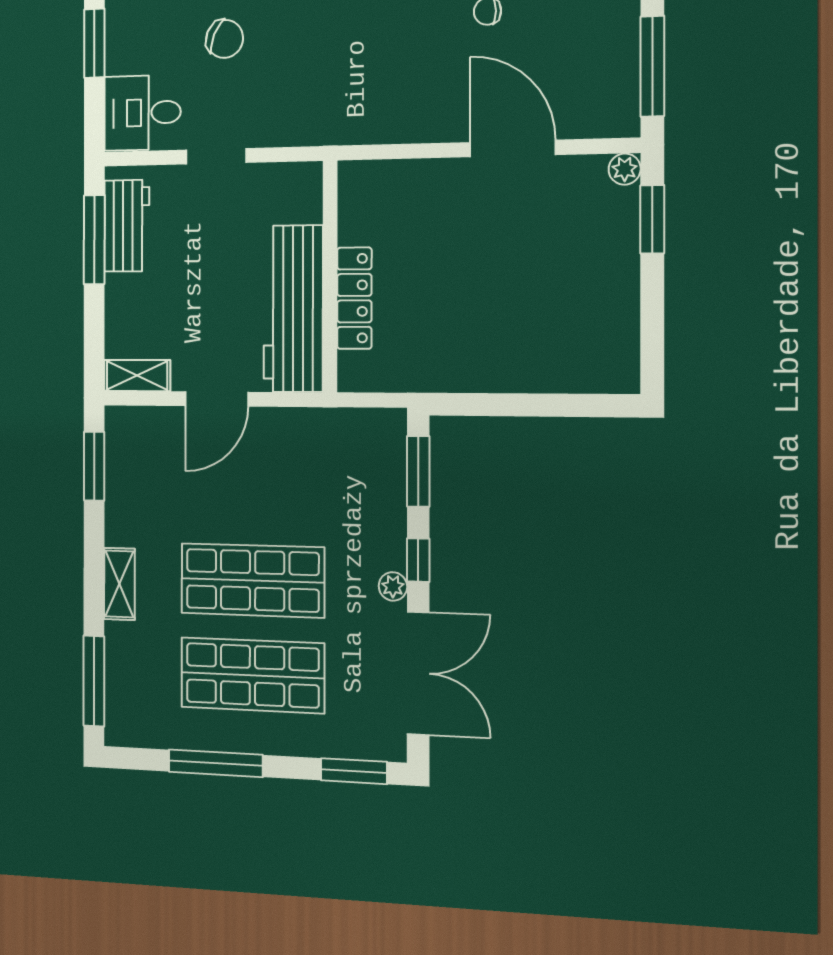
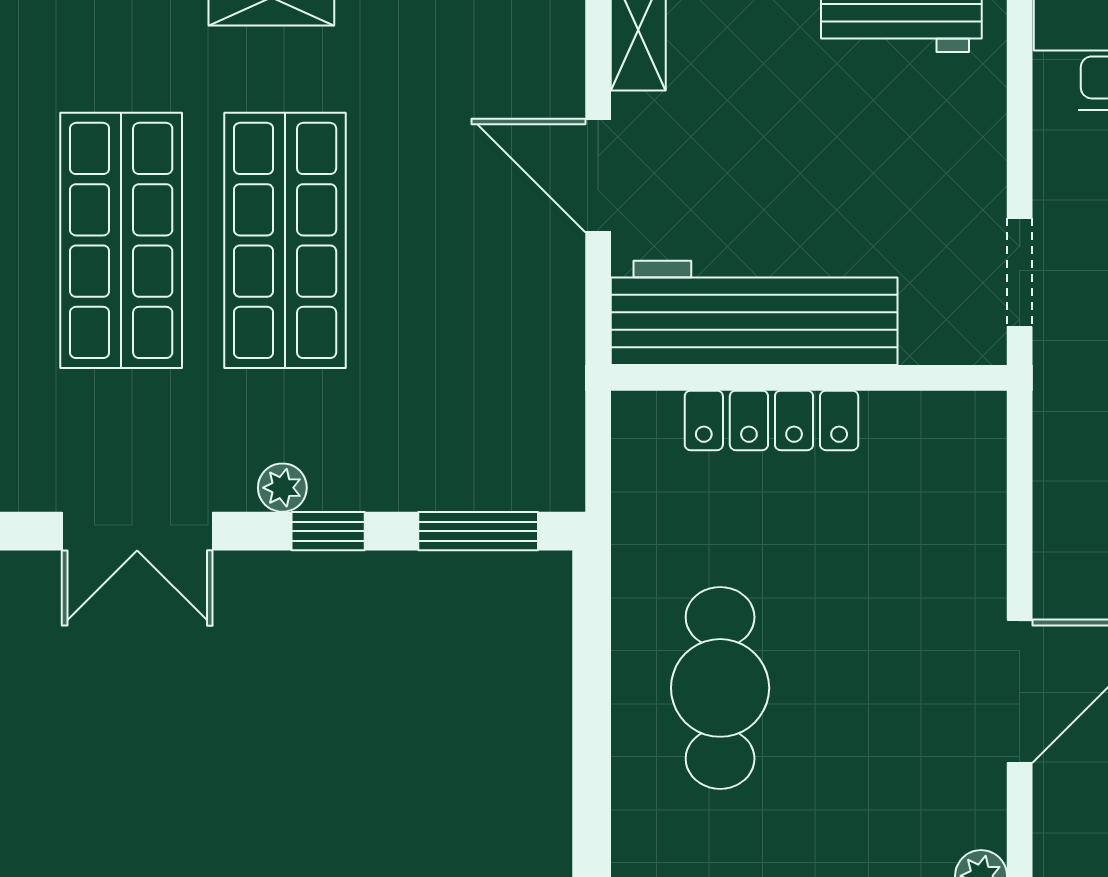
doorway: (216, 156) -> (1020, 273), moved
cafe table: (511, 328) -> (720, 688), added
double door: (418, 673) -> (137, 531), width x0.73

